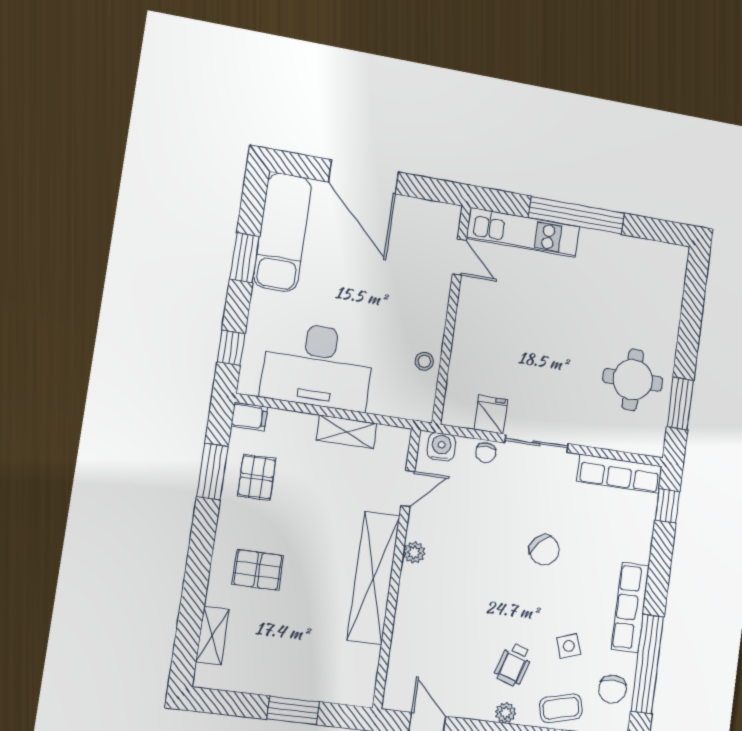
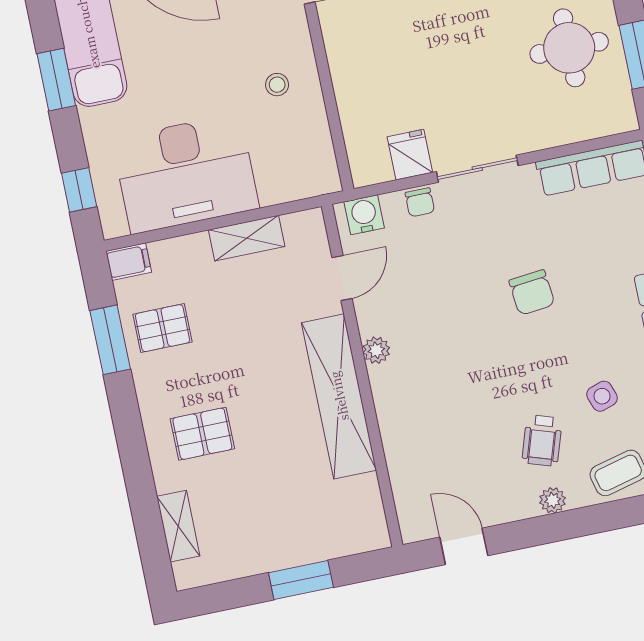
stool: (424, 361) -> (277, 85), moved
pallet: (257, 477) -> (163, 328), turned 90
chair: (544, 550) -> (532, 292), turned 40

